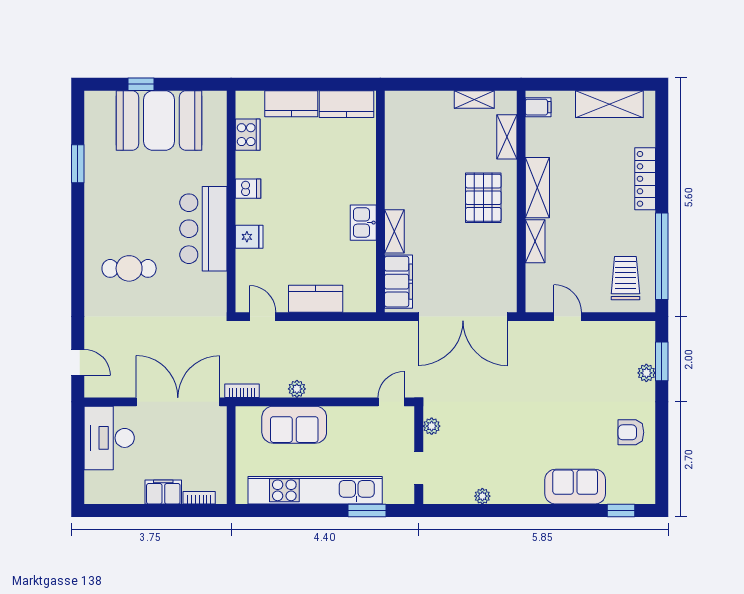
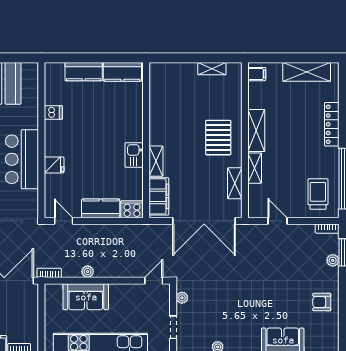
cooker: (248, 135) -> (132, 209), moved, turned -90
shelving: (507, 137) -> (235, 183), moved
dishwasher: (248, 189) -> (53, 112), moved
bookcase: (639, 328) -> (327, 229), added

